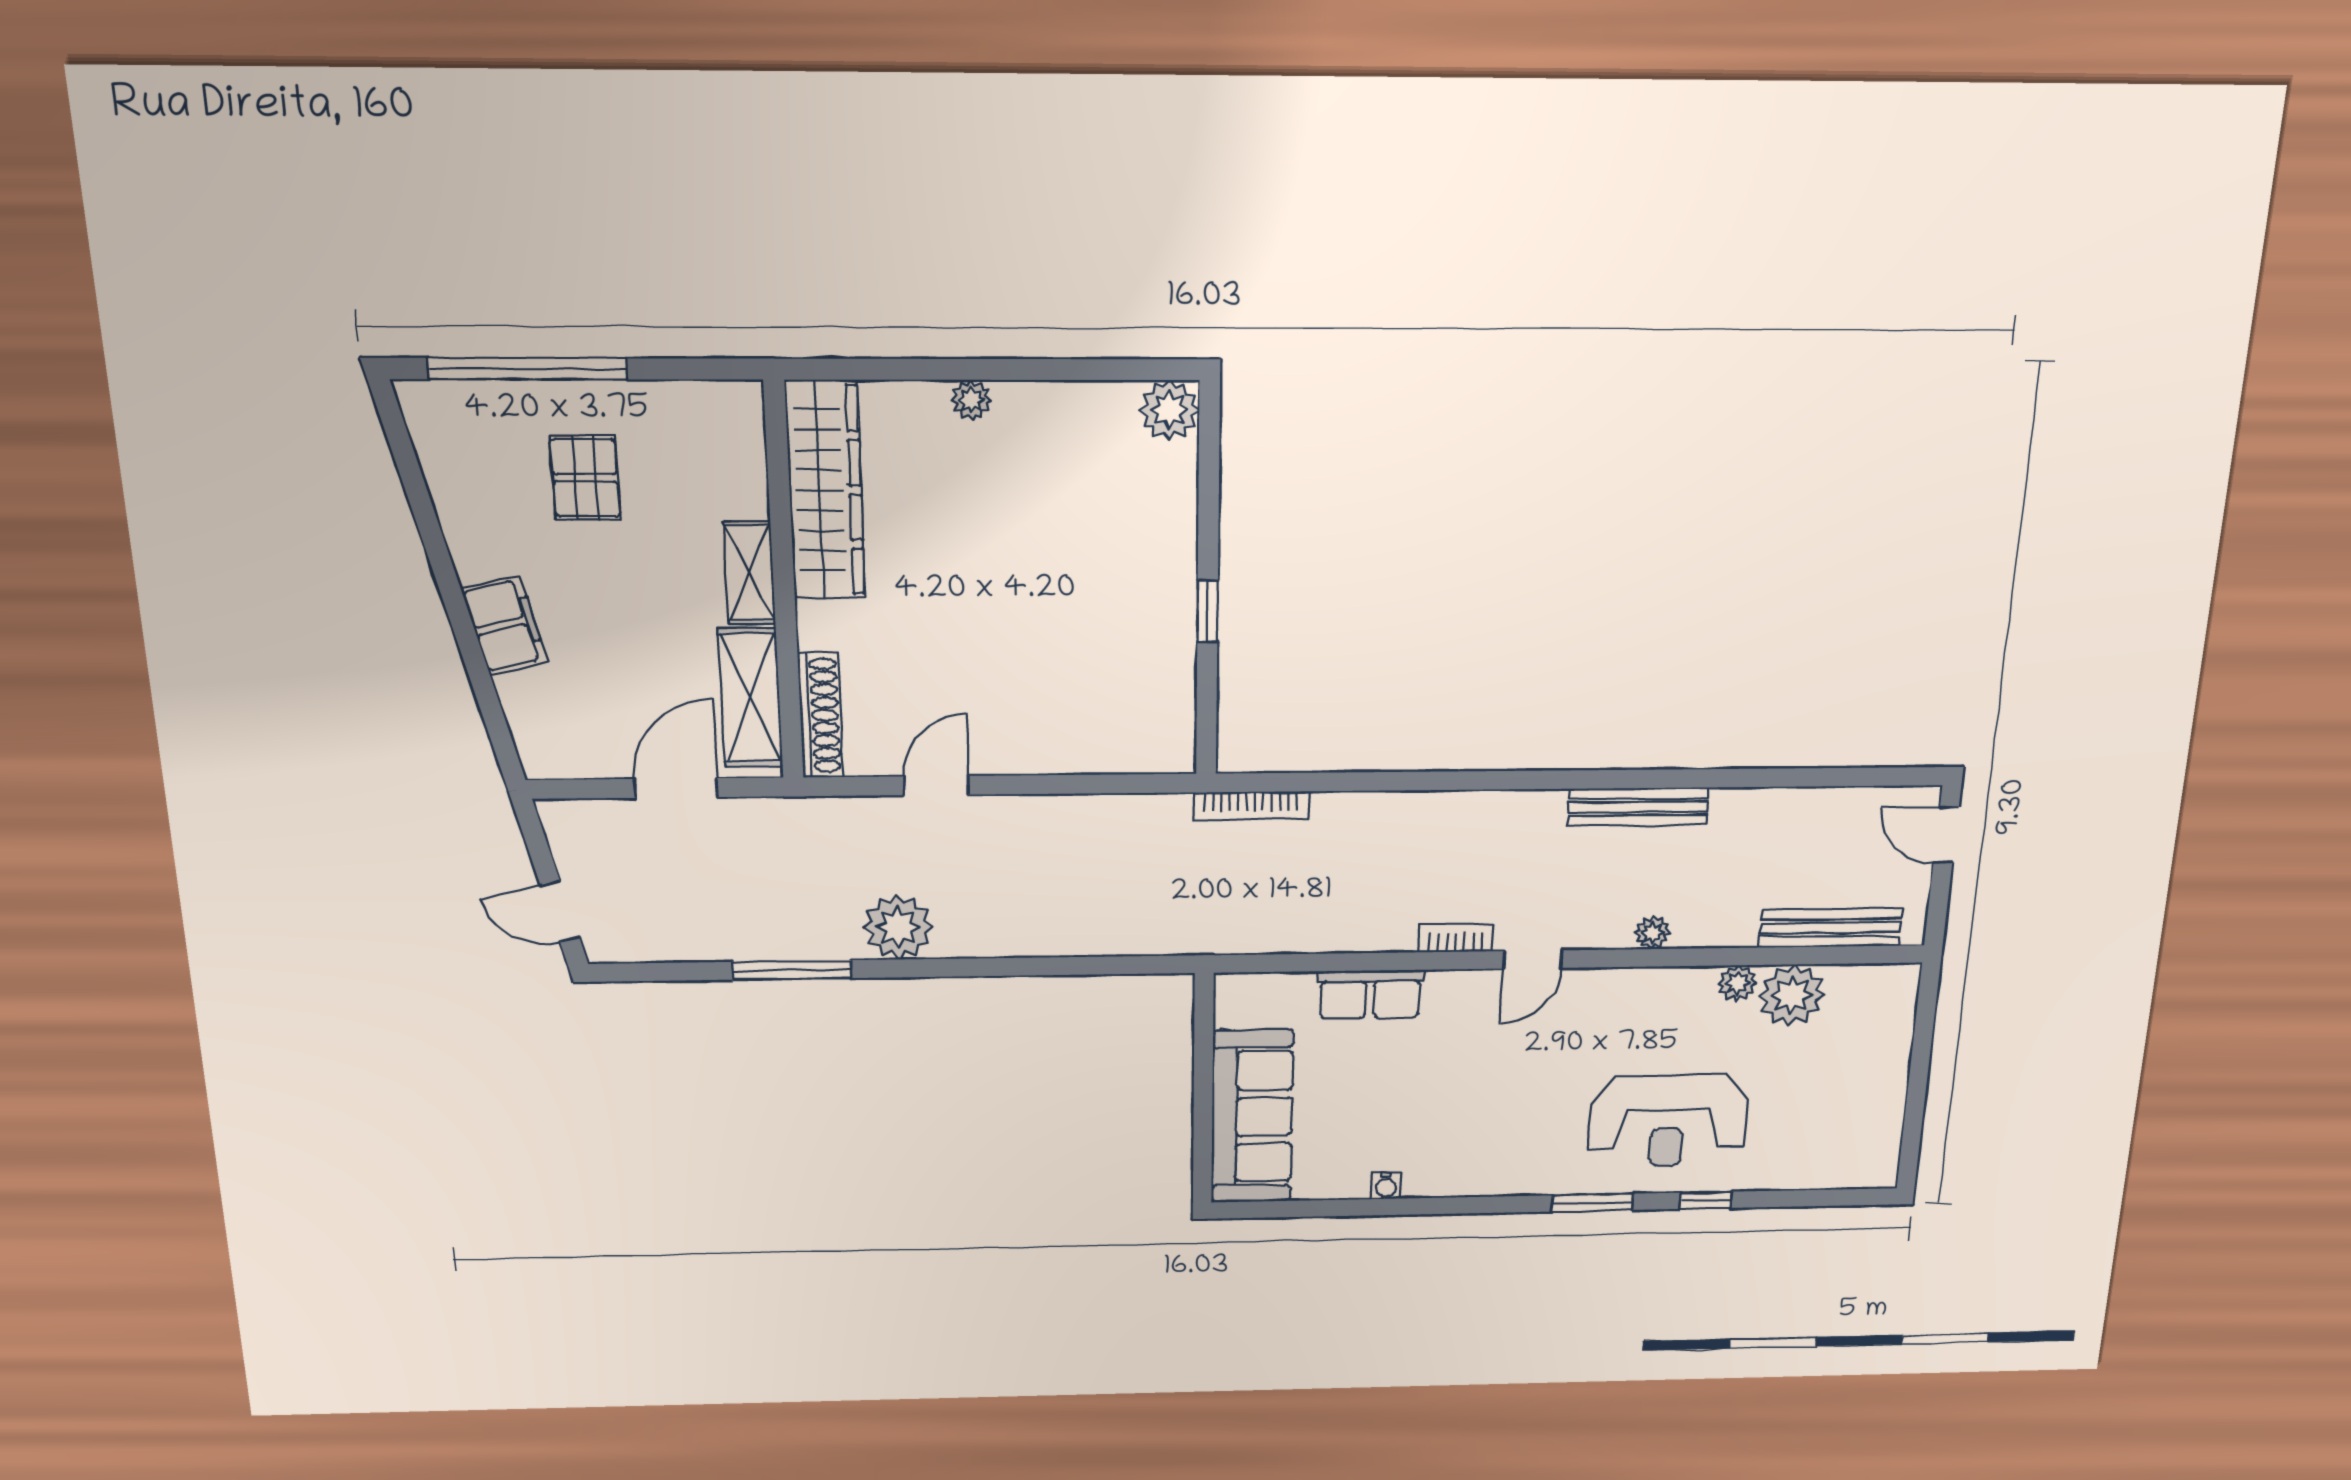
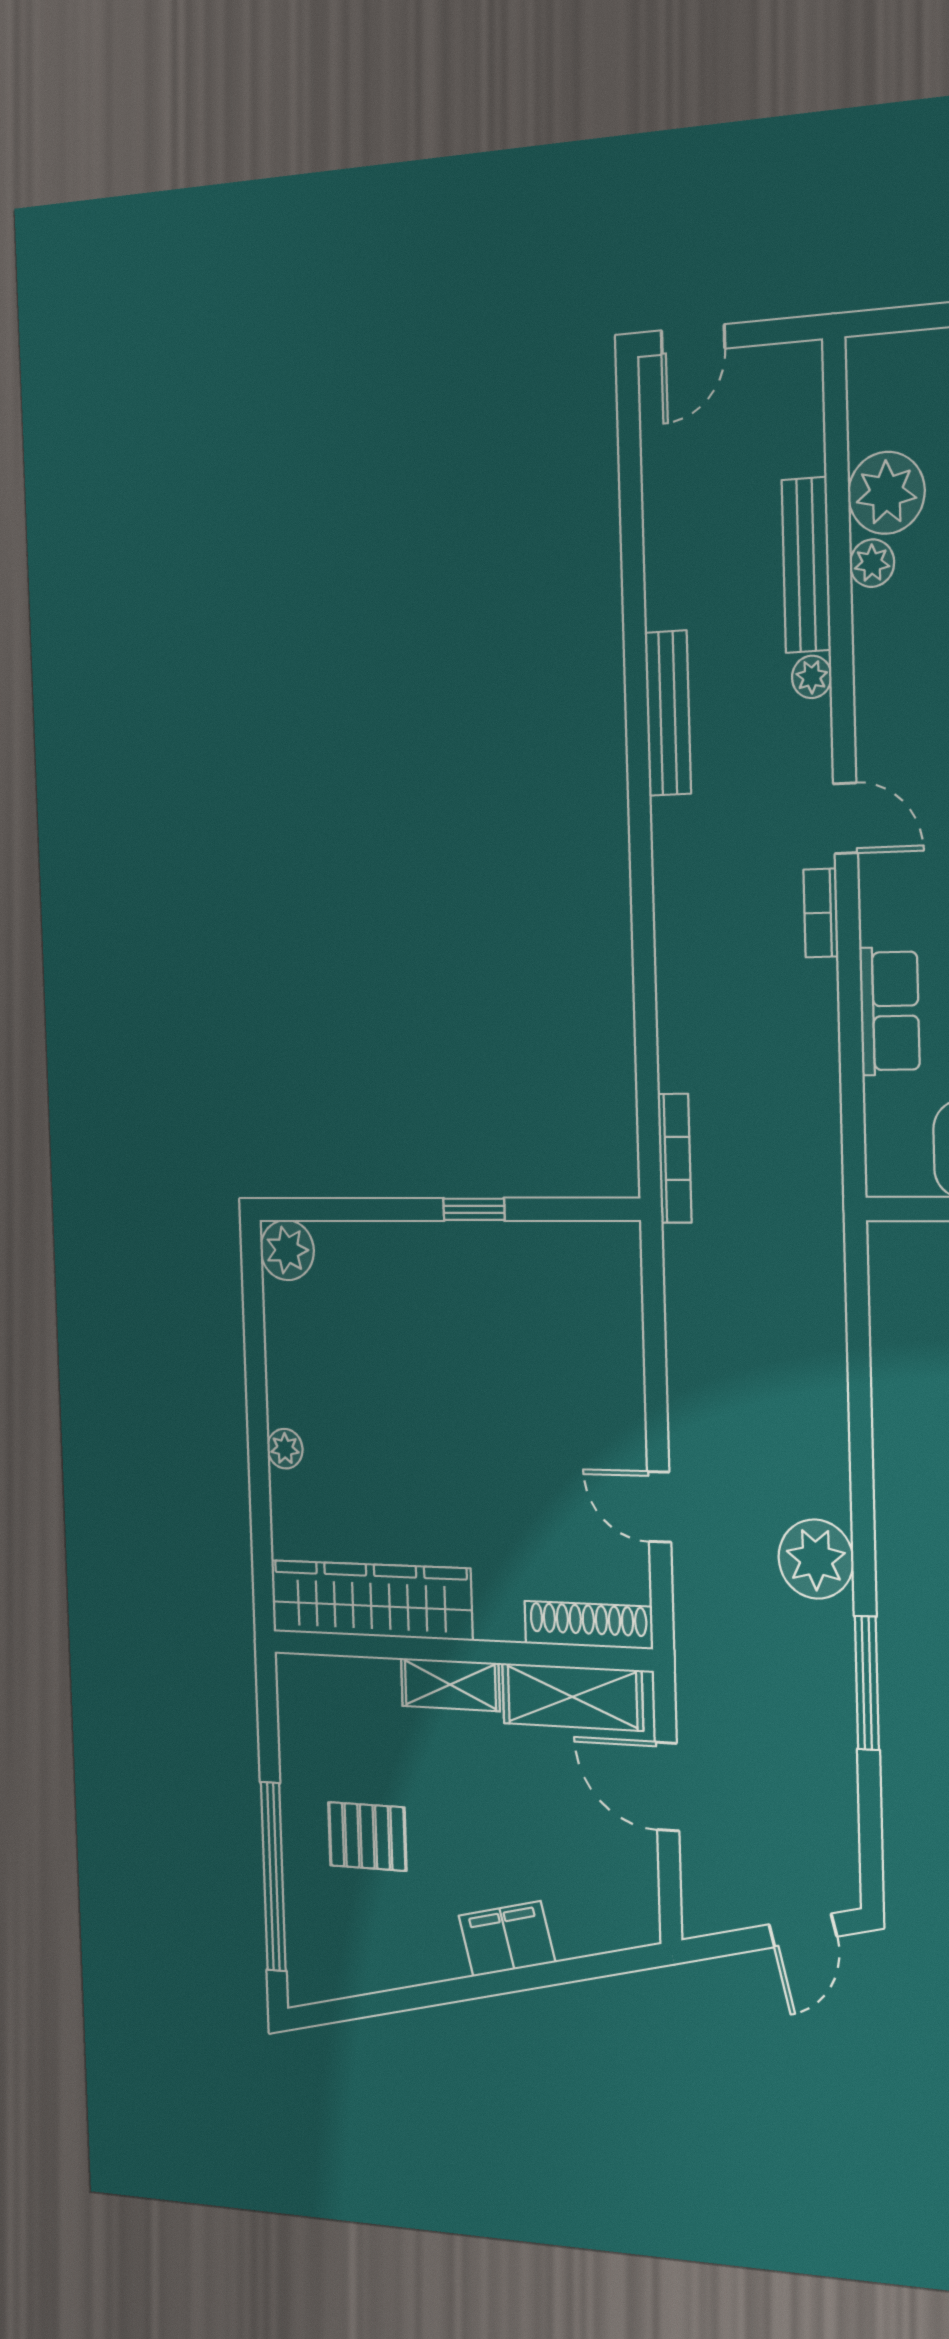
bench: (1830, 928) -> (806, 565), moved

